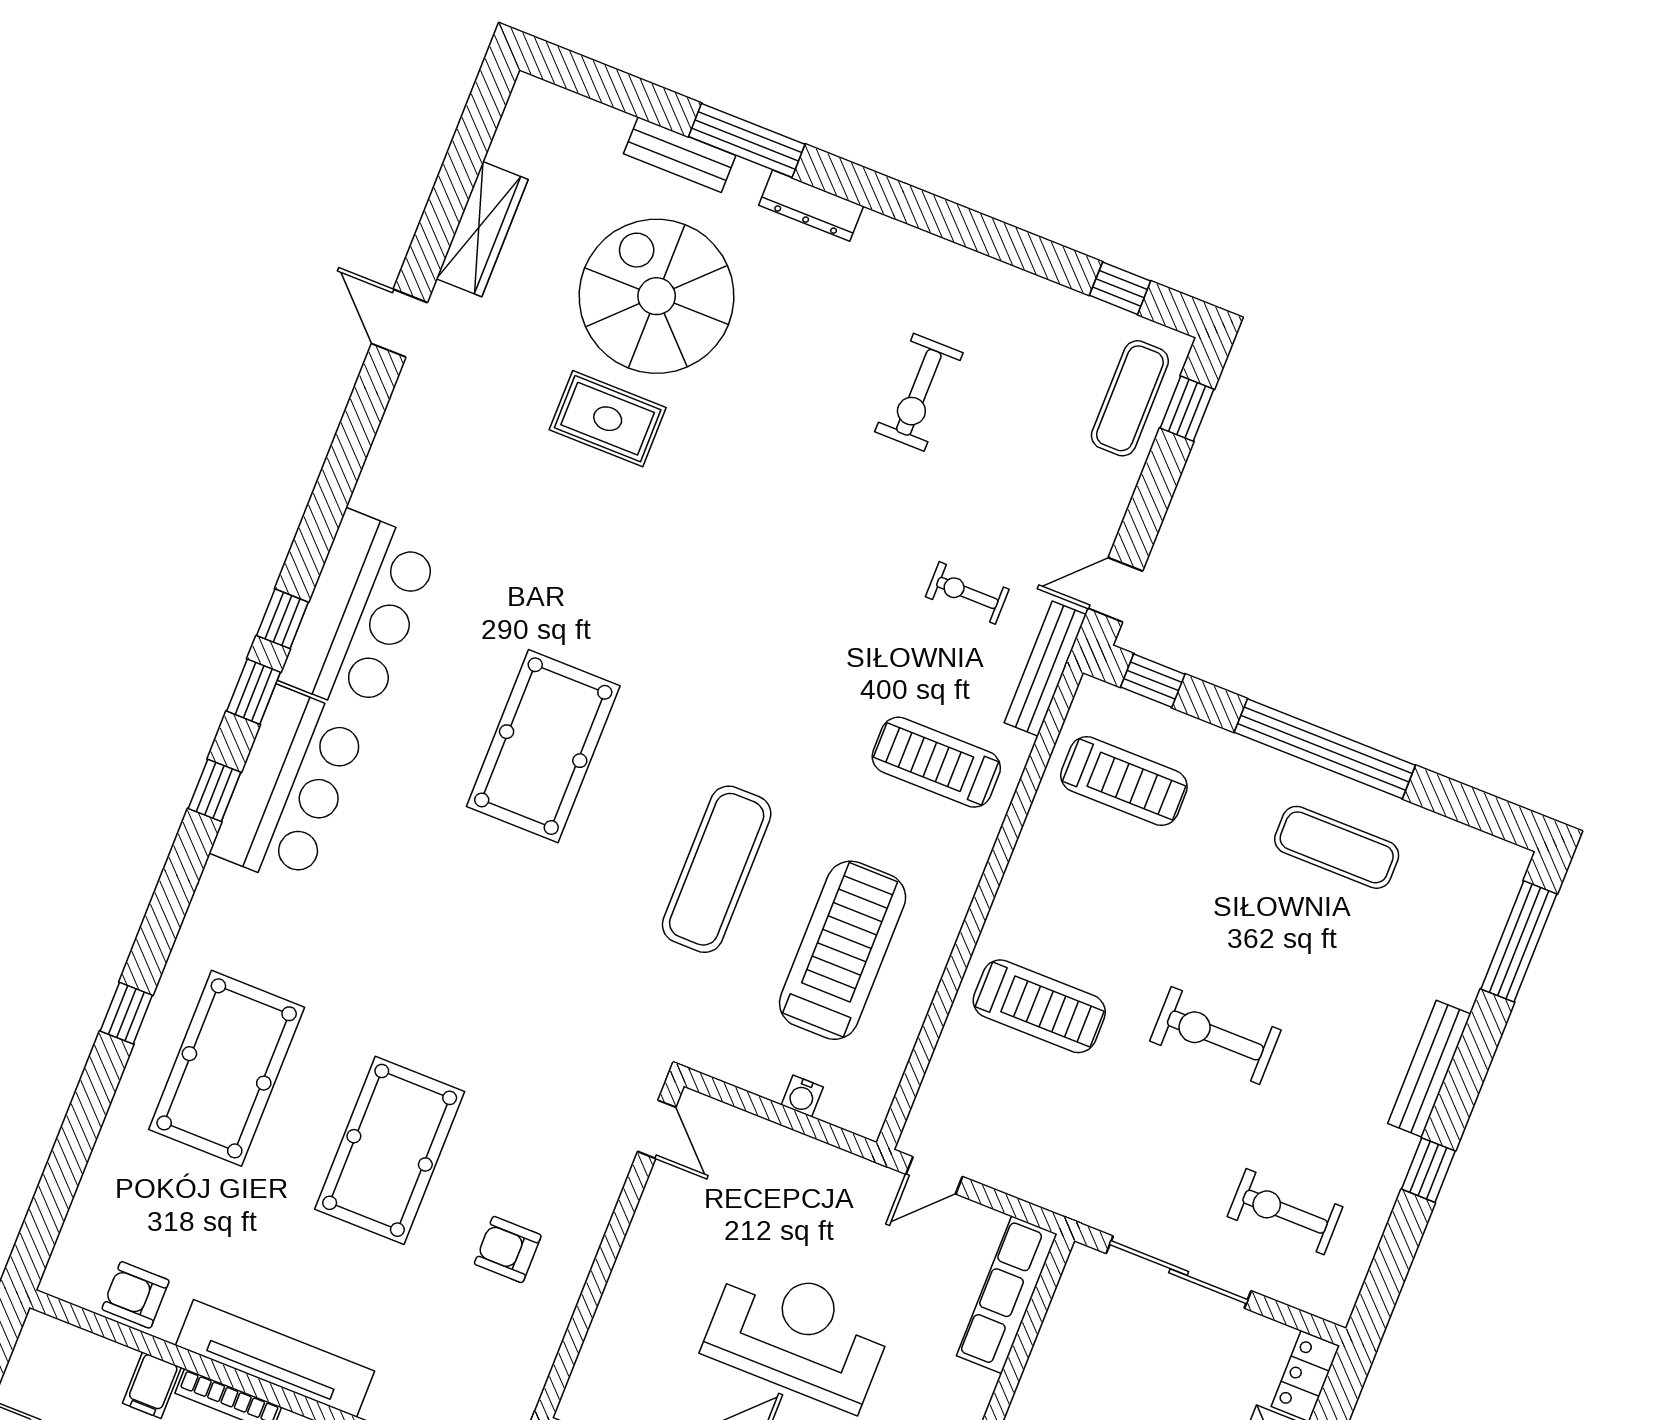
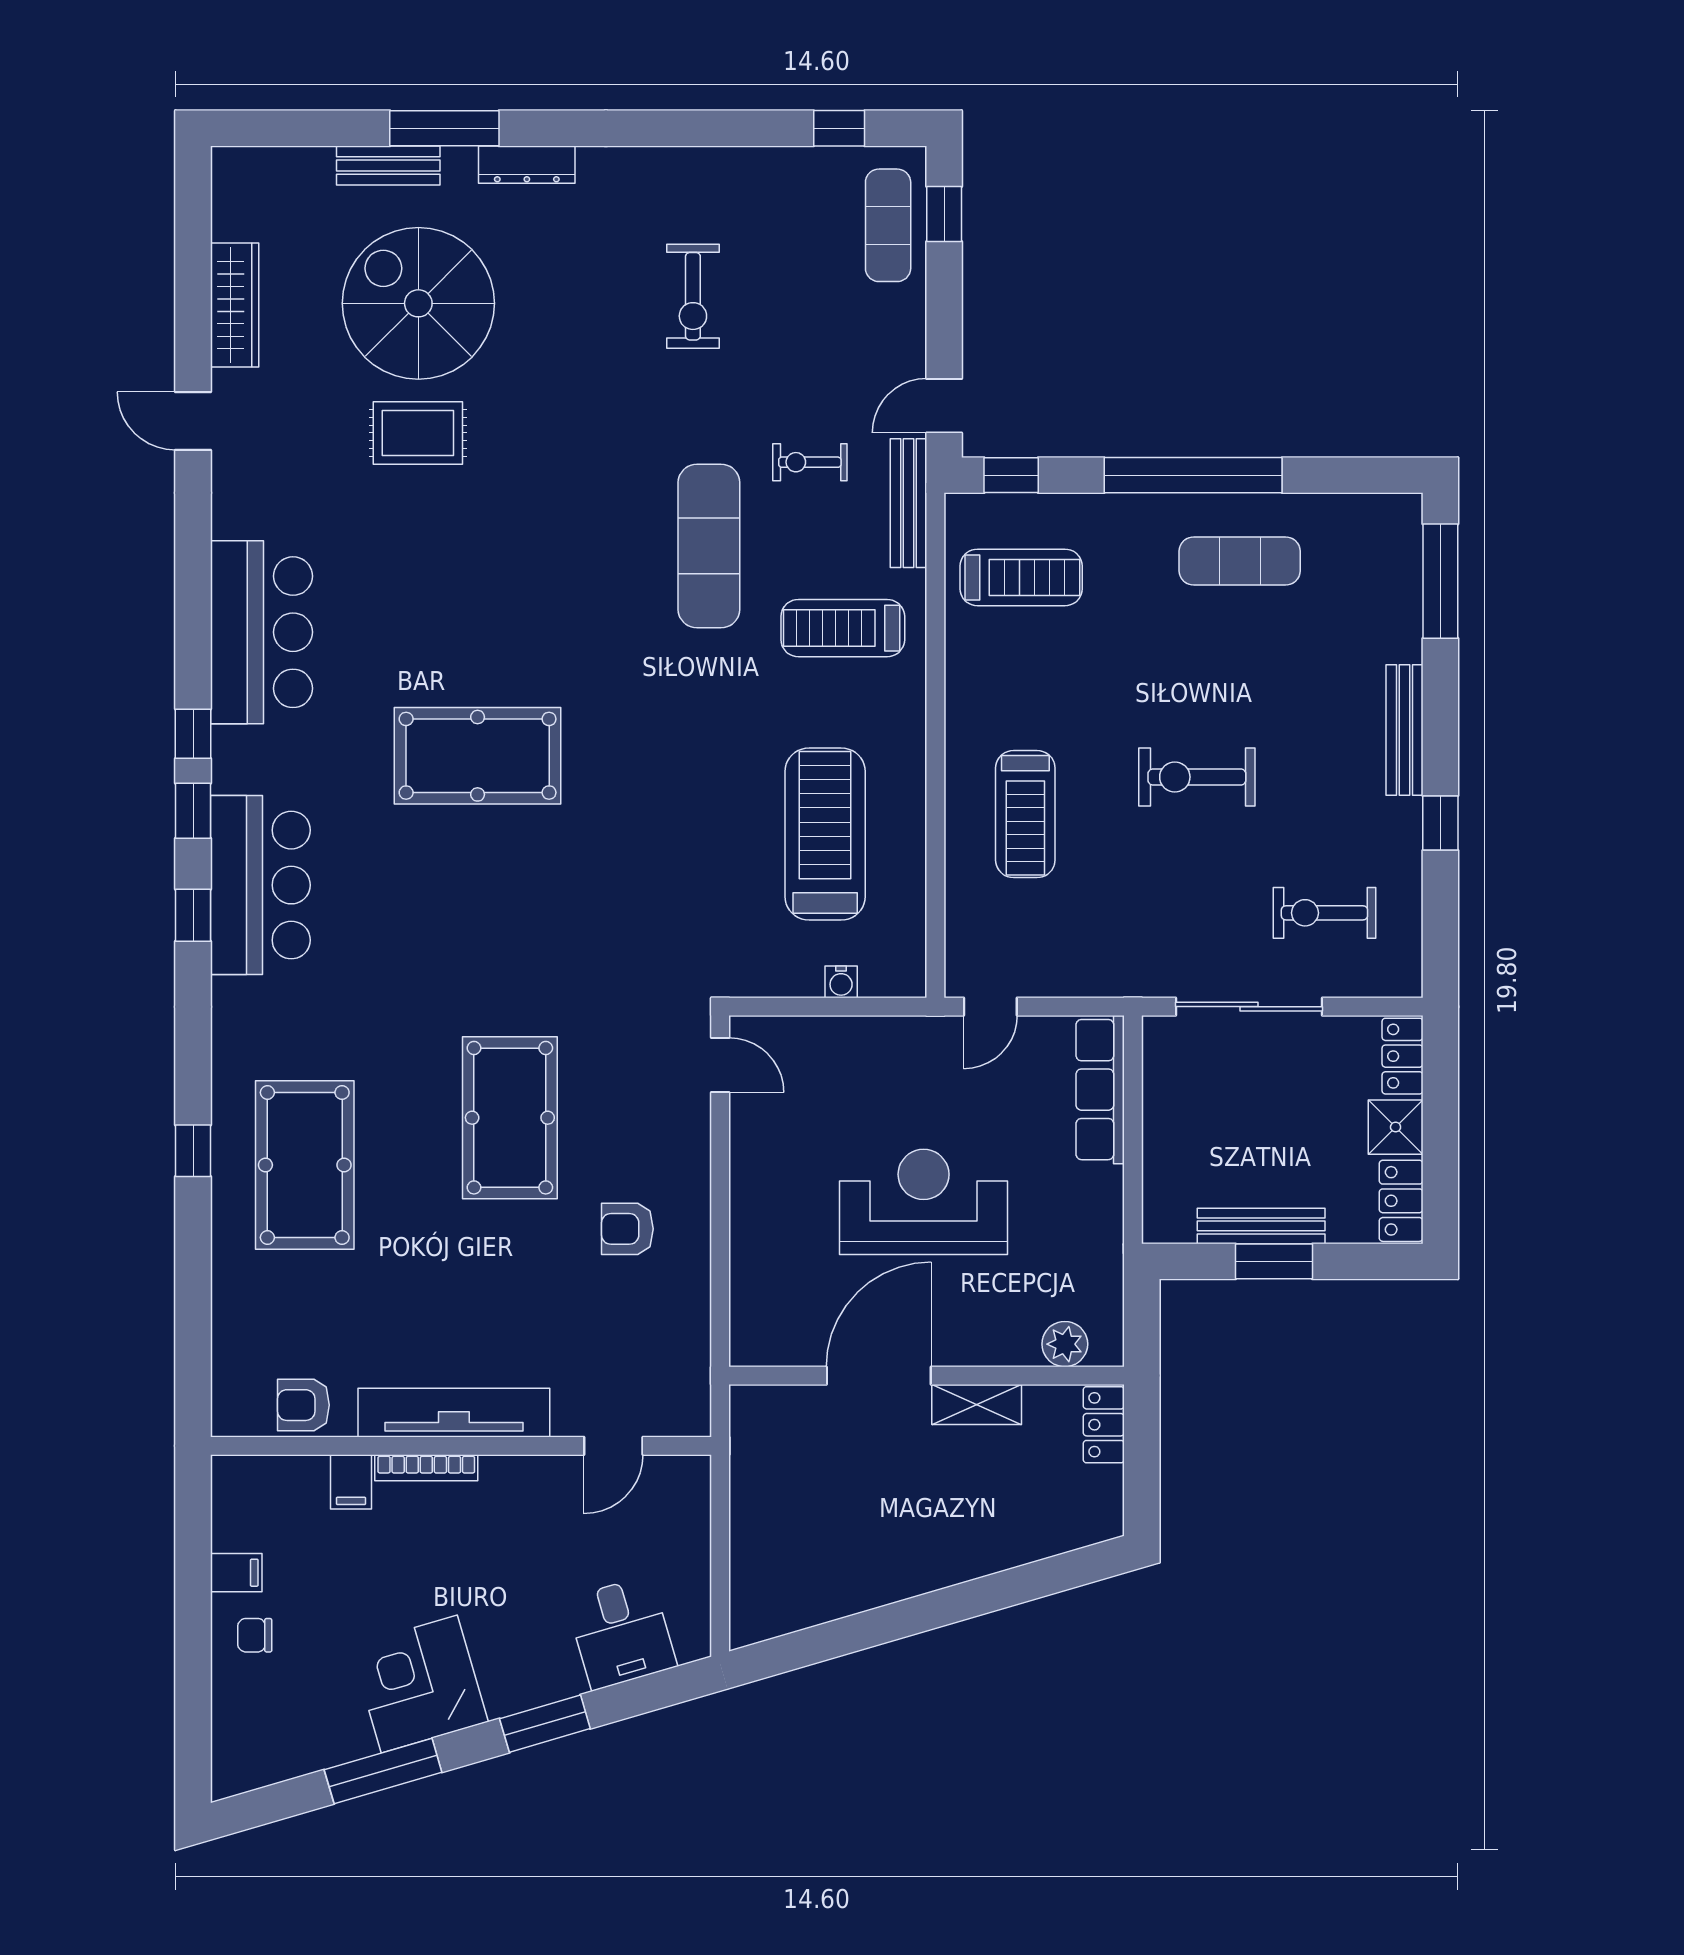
bar counter: (360, 613) -> (261, 632), moved
pool table: (543, 746) -> (478, 756), turned 90
exercise mat: (717, 869) -> (709, 546), moved
treadmill: (1039, 1006) -> (1025, 814), turned 90
pool table: (390, 1150) -> (510, 1118), moved

